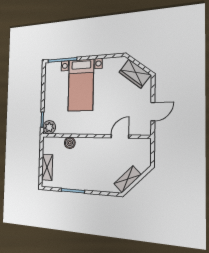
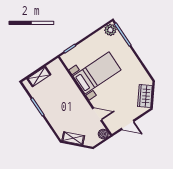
bed with nightstands: (81, 85) -> (97, 73), moved, turned 180
plant: (49, 127) -> (110, 30), moved
boiler: (70, 143) -> (103, 134), moved

